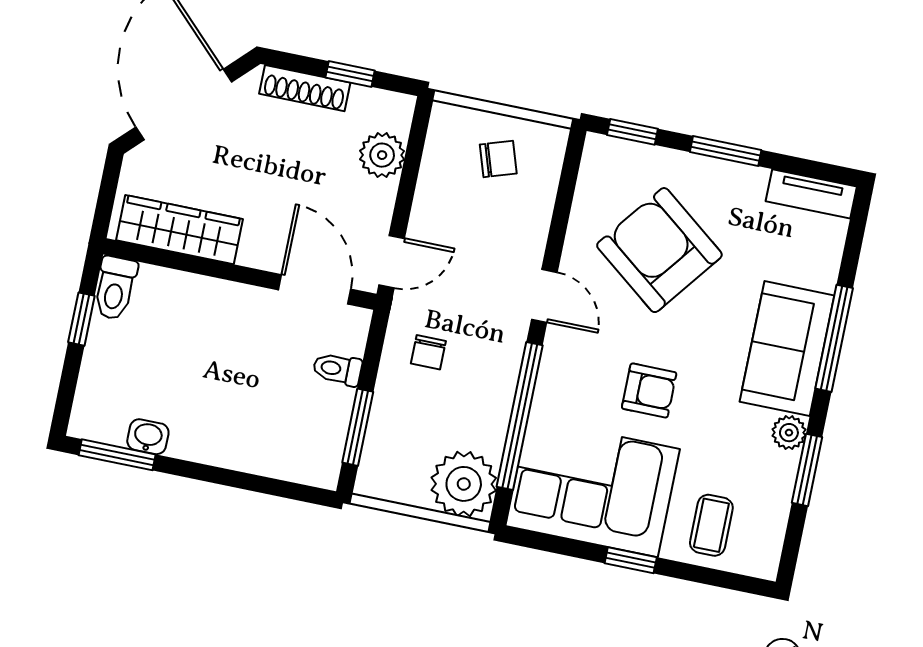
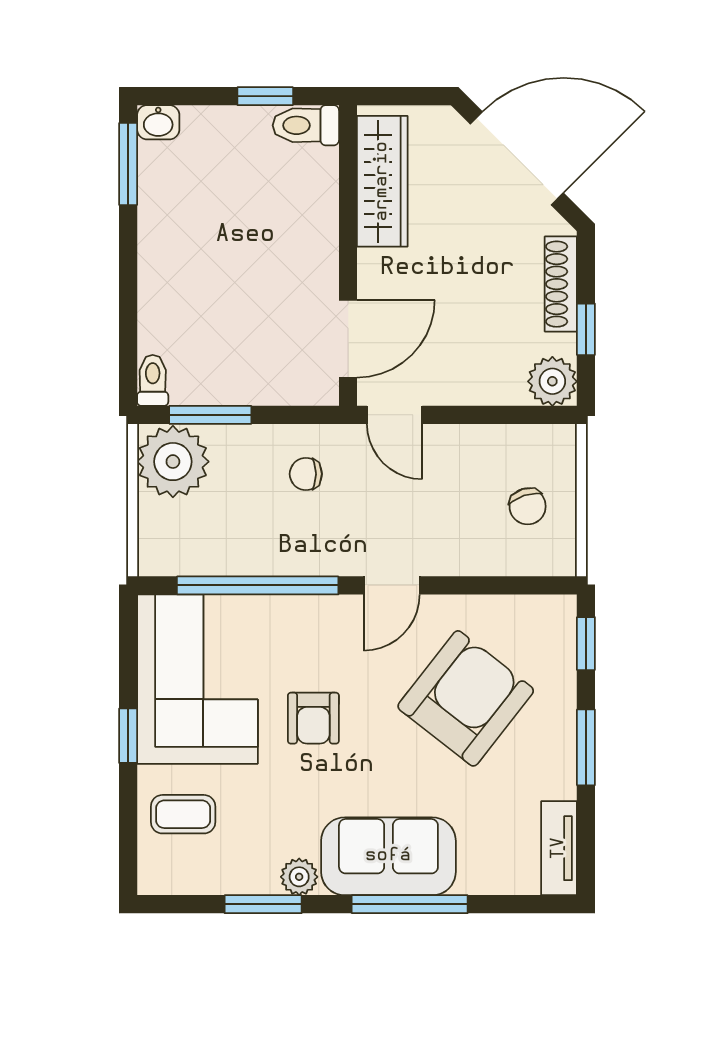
plant: (382, 155) -> (552, 381), moved
toilet: (337, 369) -> (153, 380), moved
washbasin: (148, 437) -> (158, 122), moved, turned 90
plant: (464, 484) -> (173, 462), moved

